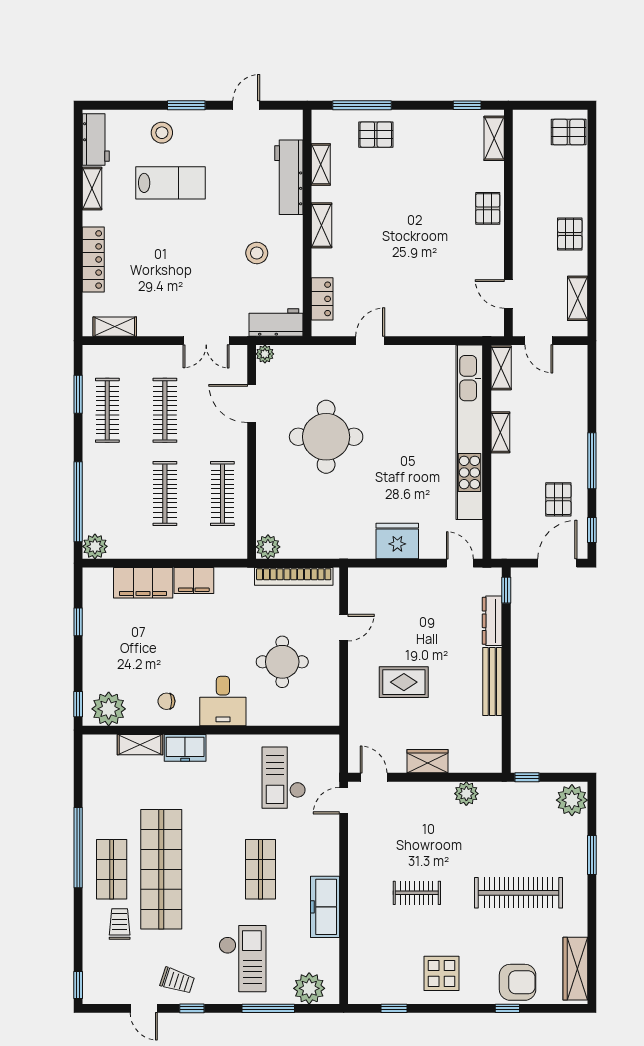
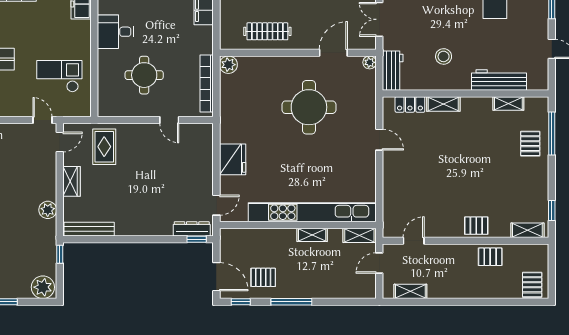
shelving: (322, 225) -> (443, 104), moved
pallet: (570, 234) -> (490, 257), moved
dresser: (492, 621) -> (192, 229), moved
rug: (404, 682) -> (104, 147), moved
bench: (492, 682) -> (89, 229), moved

